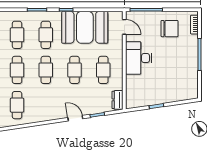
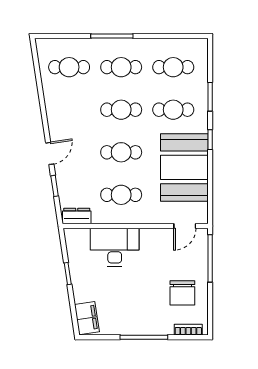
desk: (139, 58) -> (115, 247), moved
filing cabinet: (187, 93) -> (87, 318), added

